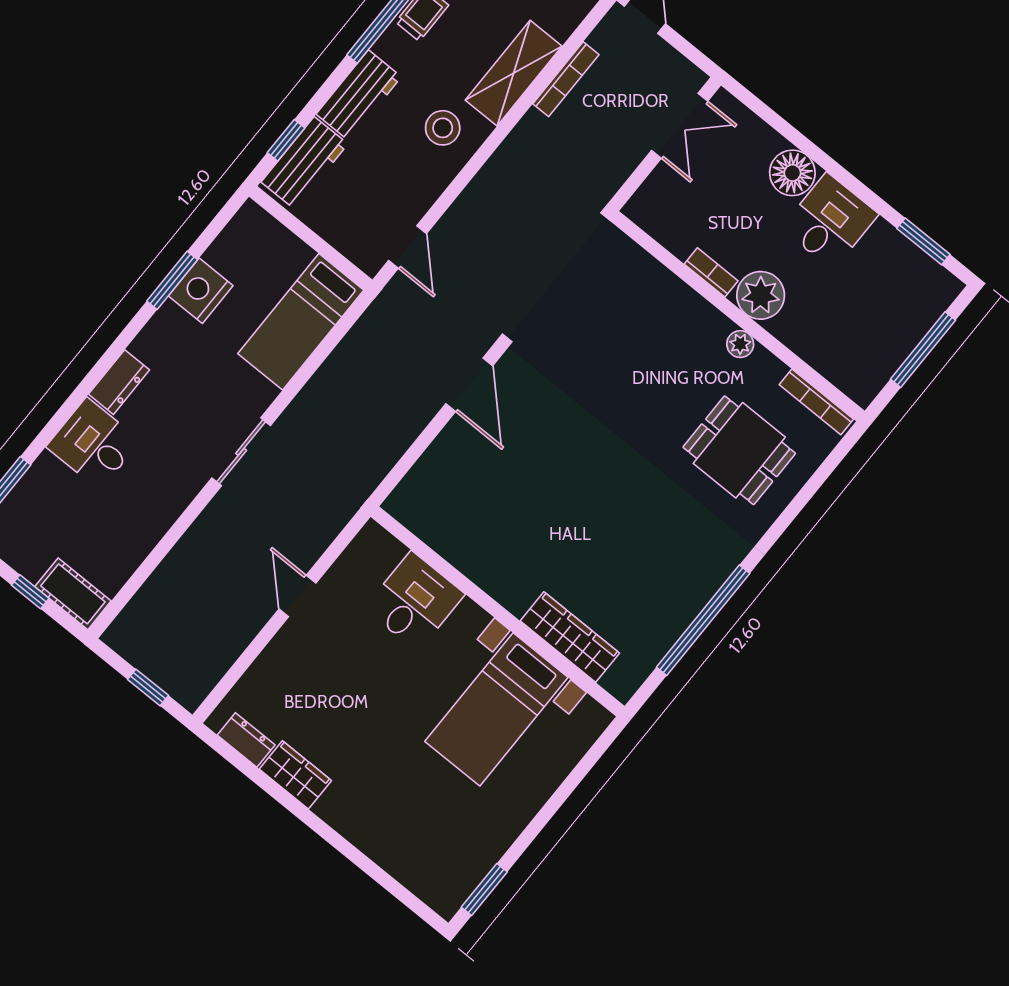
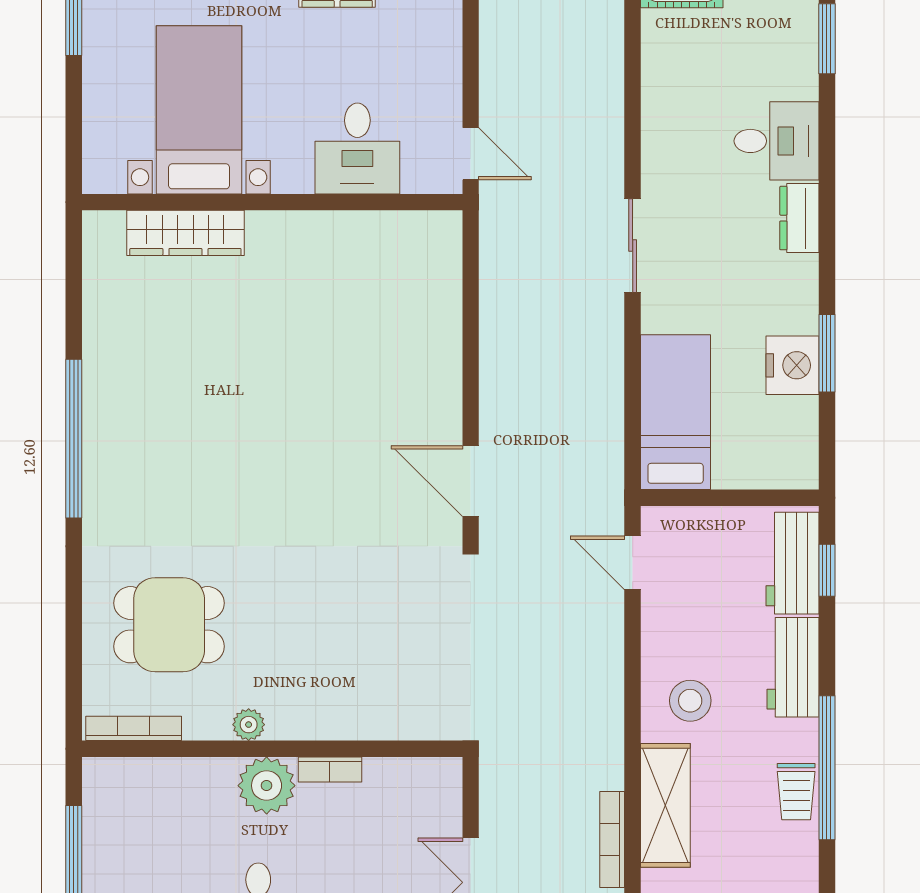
desk: (415, 601) -> (357, 148), moved
wall: (498, 611) -> (272, 202), moved
wardrobe: (570, 637) -> (185, 233), moved
bed with nightstands: (496, 709) -> (199, 110), moved

